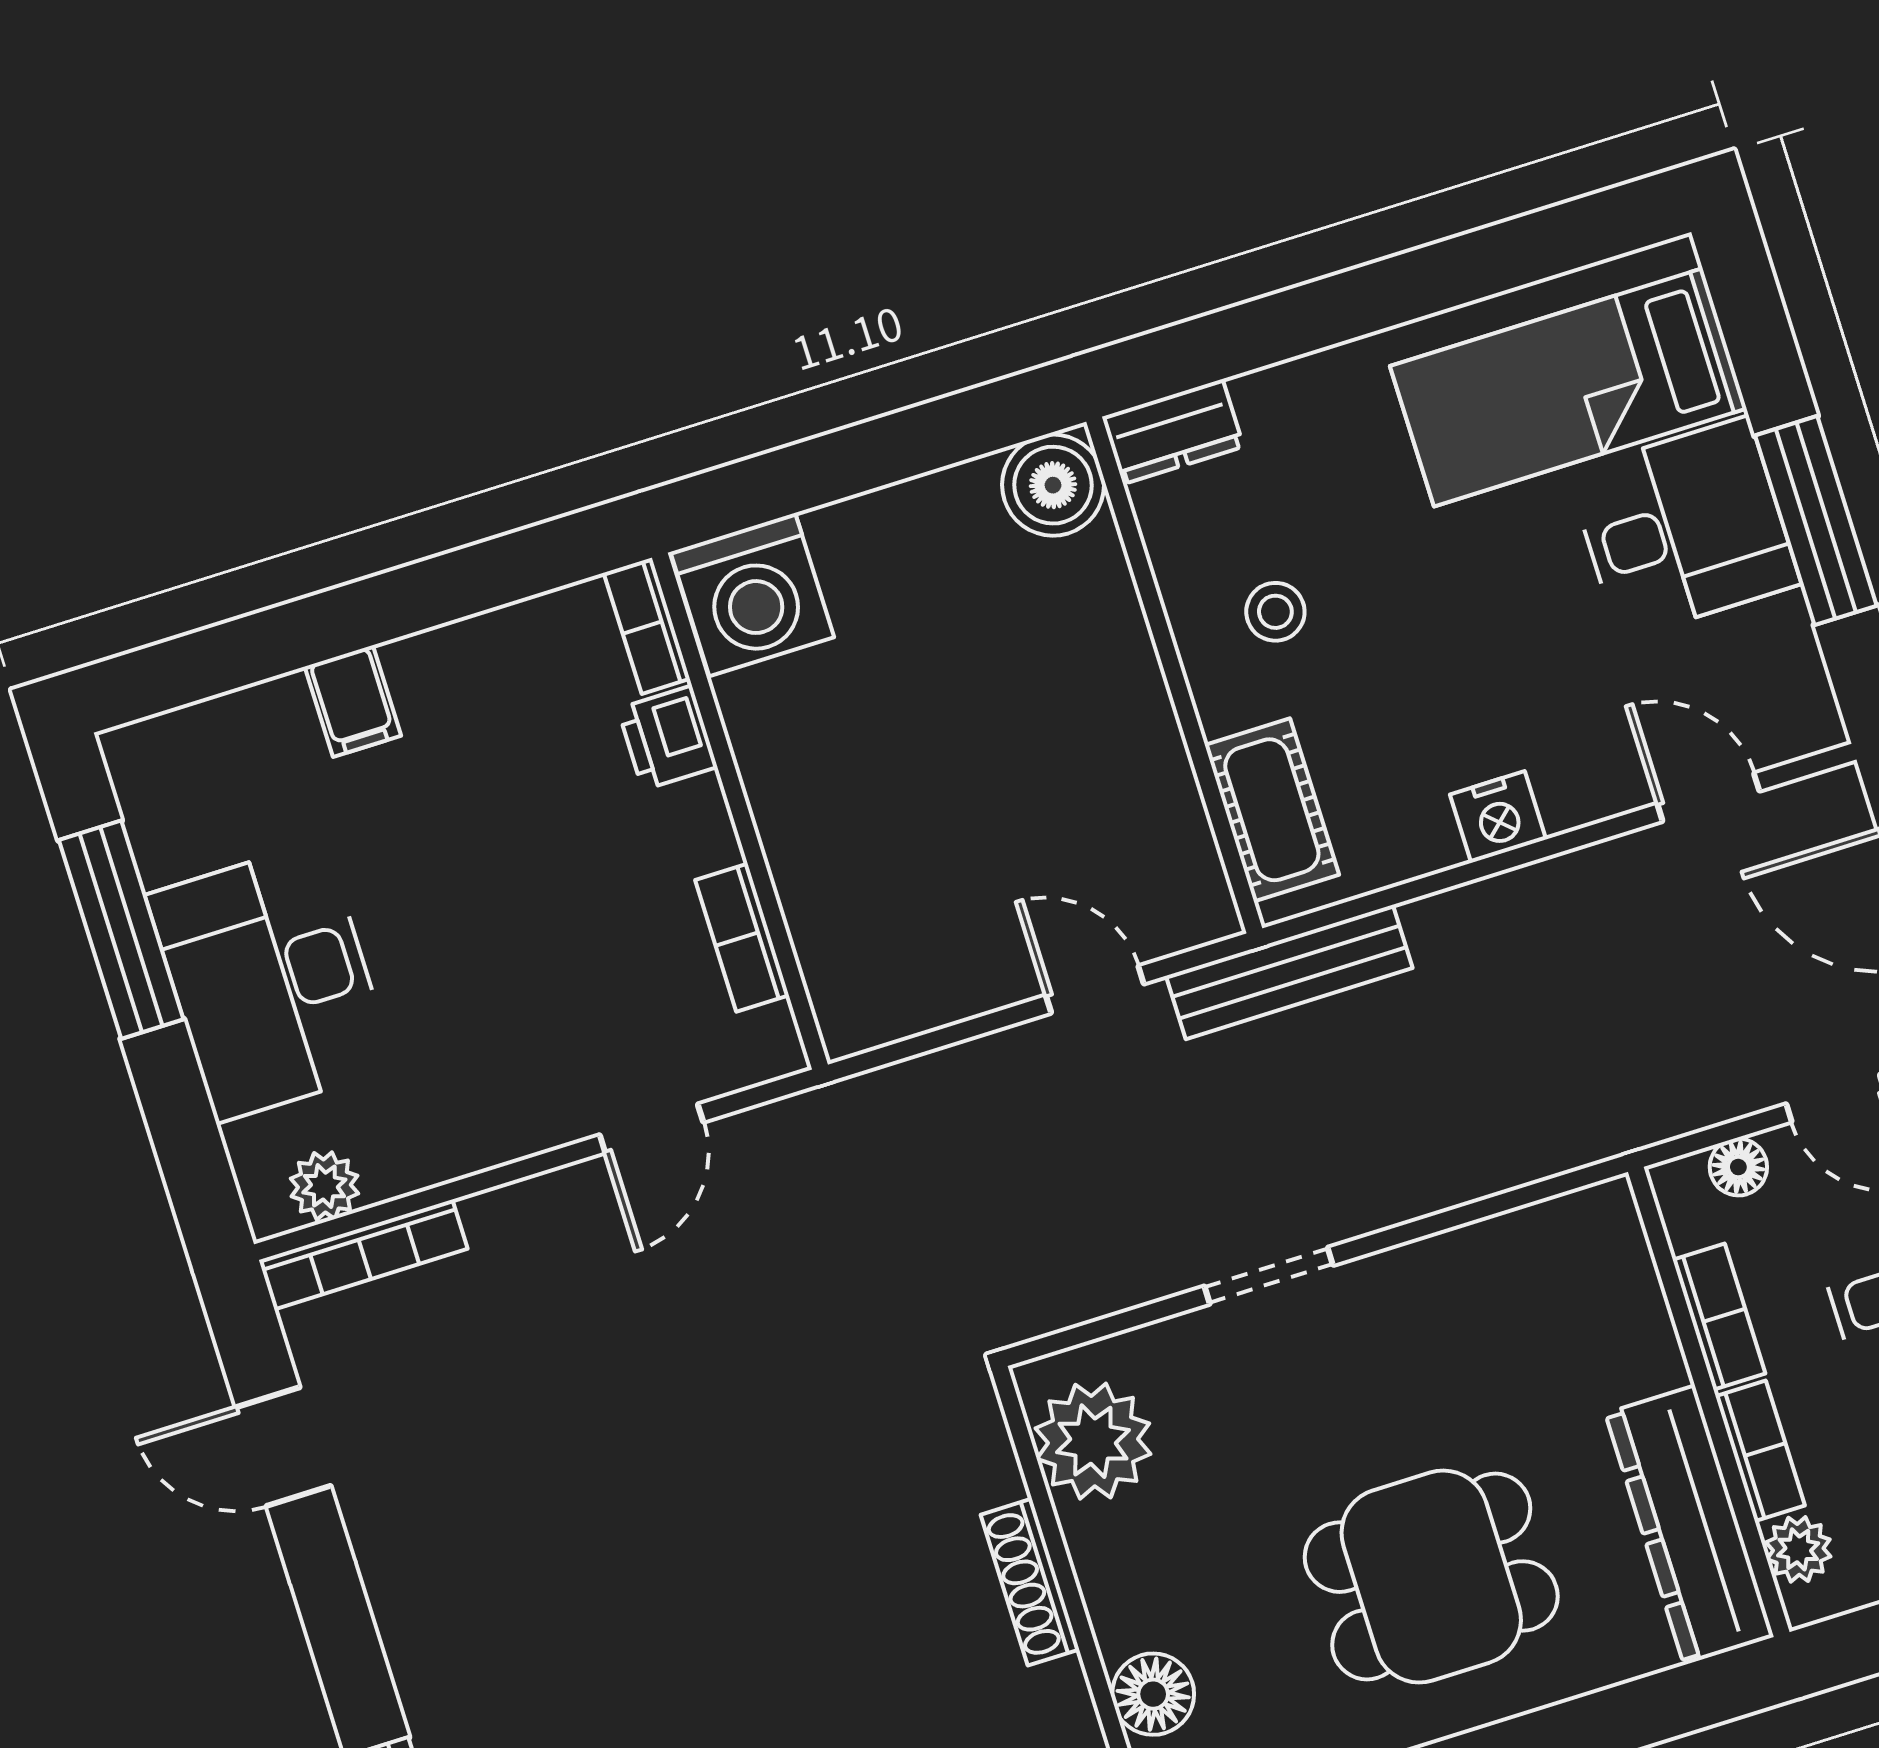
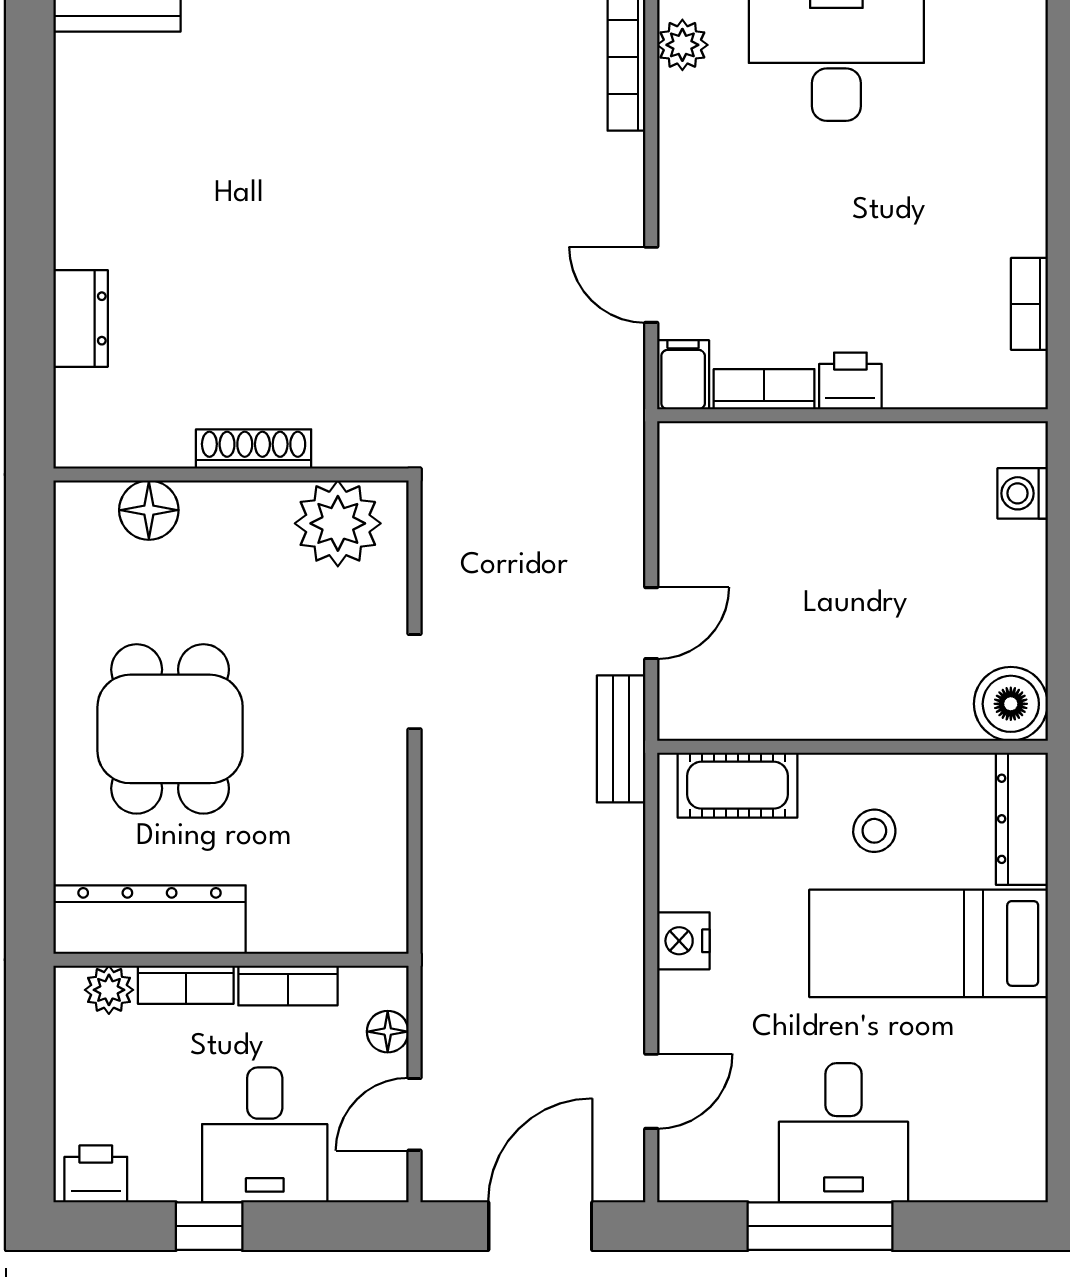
bed: (1568, 387) -> (928, 943), moved, turned -90
dresser: (1173, 432) -> (1022, 819), width x1.44
washing machine: (752, 595) -> (1023, 493), width x0.53, depth x0.53
bookcase: (647, 626) -> (1029, 304), moved, turned -90
filing cabinet: (353, 701) -> (683, 375), moved, turned 90
printer: (667, 738) -> (850, 381), moved
bench: (1289, 972) -> (621, 739), width x0.73

